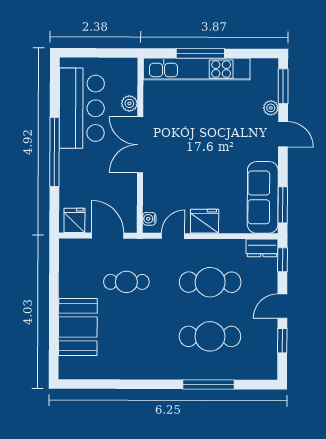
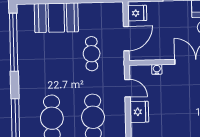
water cooler: (149, 219) -> (157, 69), moved
window: (109, 384) -> (14, 42), added

